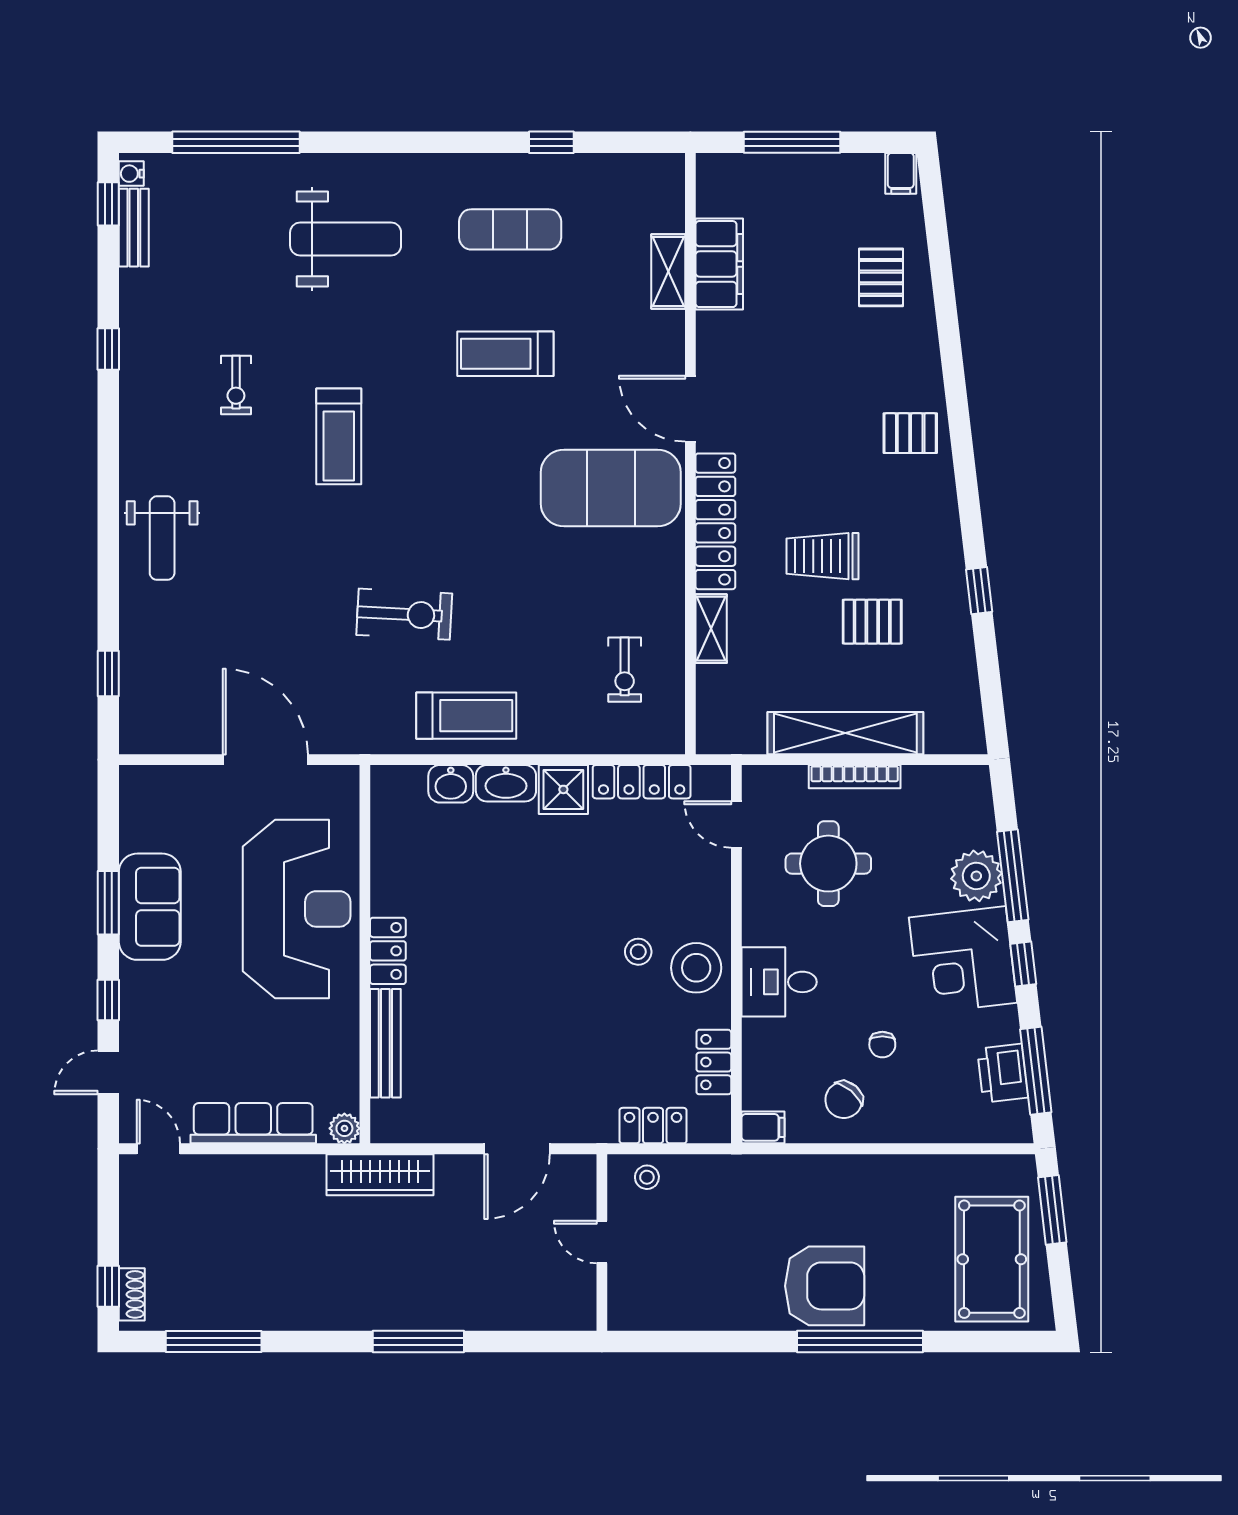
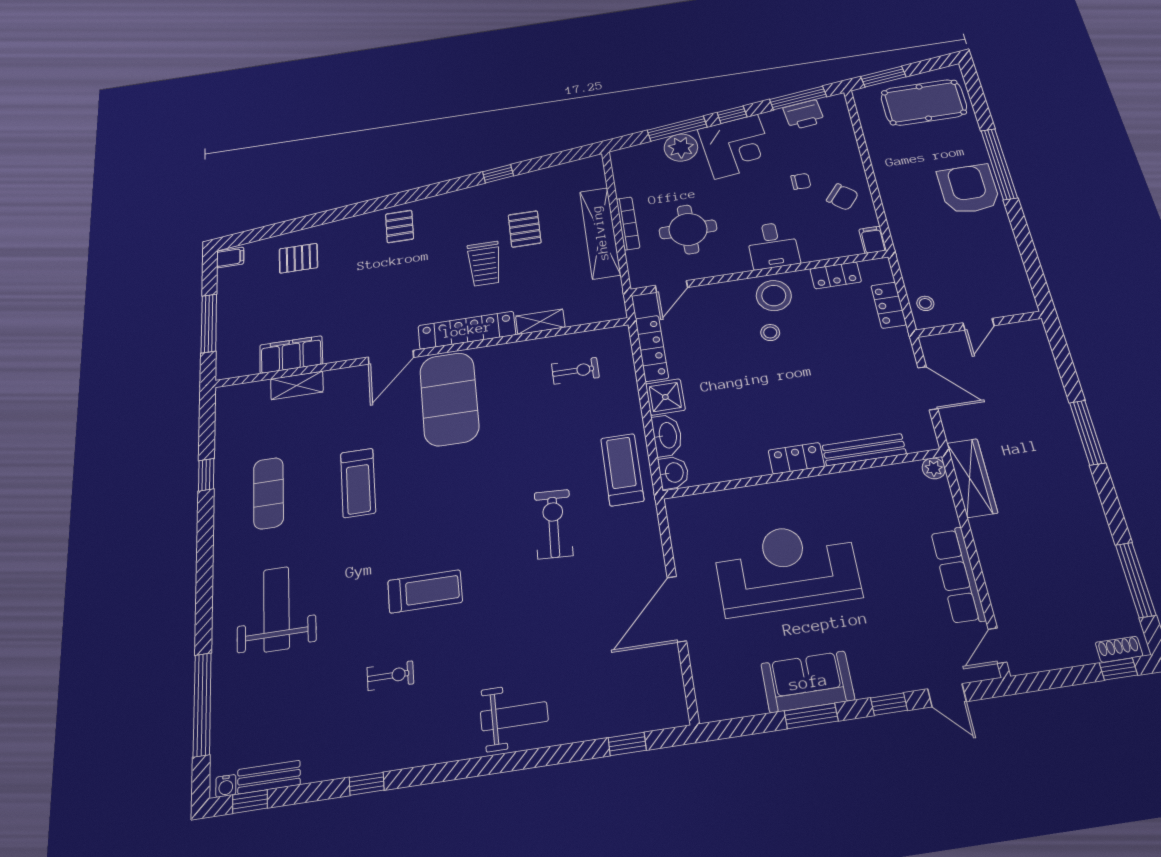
locker: (388, 951) -> (796, 458), moved
wall: (365, 954) -> (802, 474), moved
bench: (385, 1043) -> (864, 450), moved
plant: (344, 1128) -> (934, 468), moved

